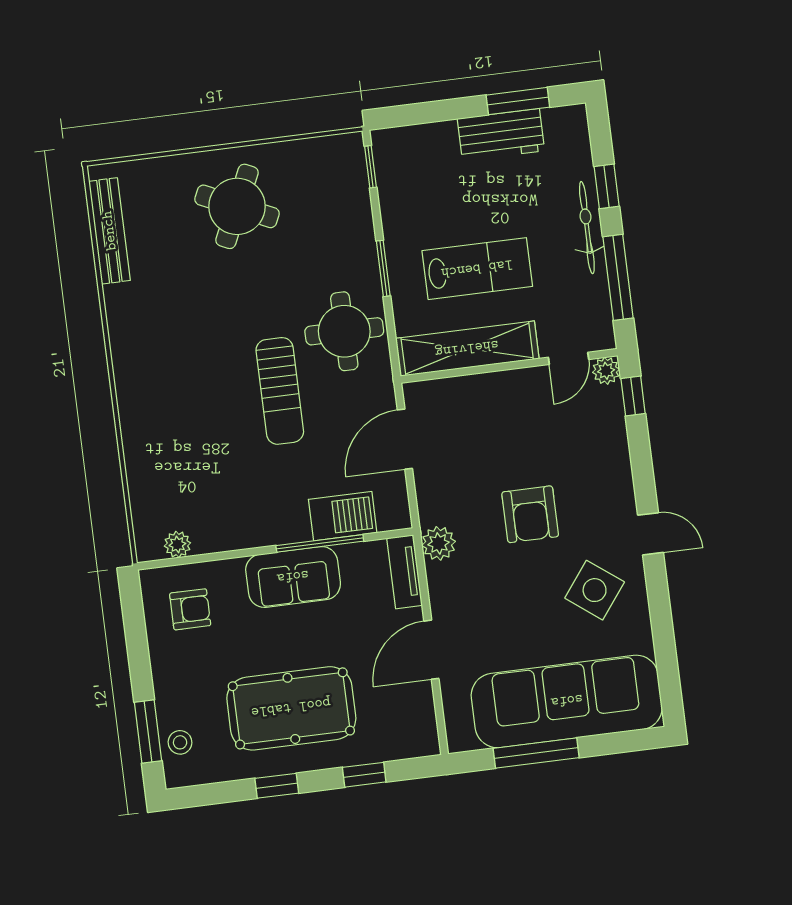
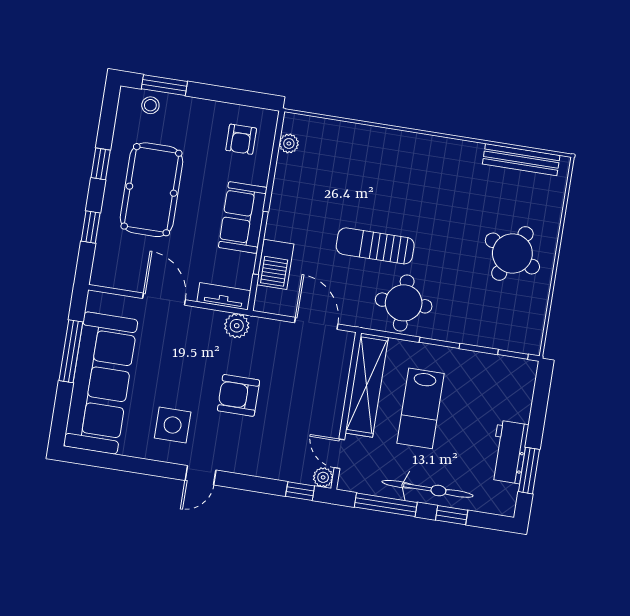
bicycle: (587, 228) -> (427, 489), width x1.37, depth x1.40
side table: (595, 590) -> (173, 425), turned -37

